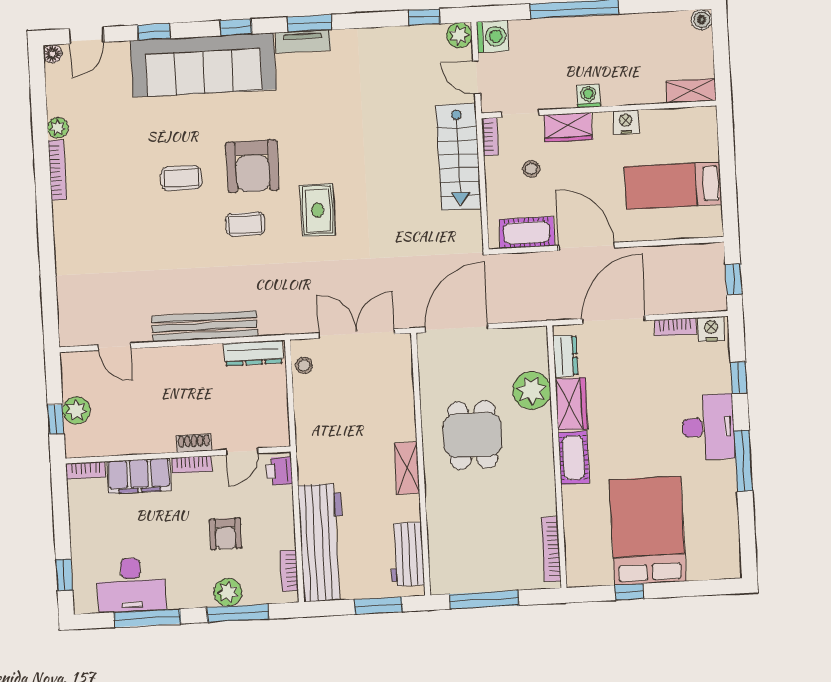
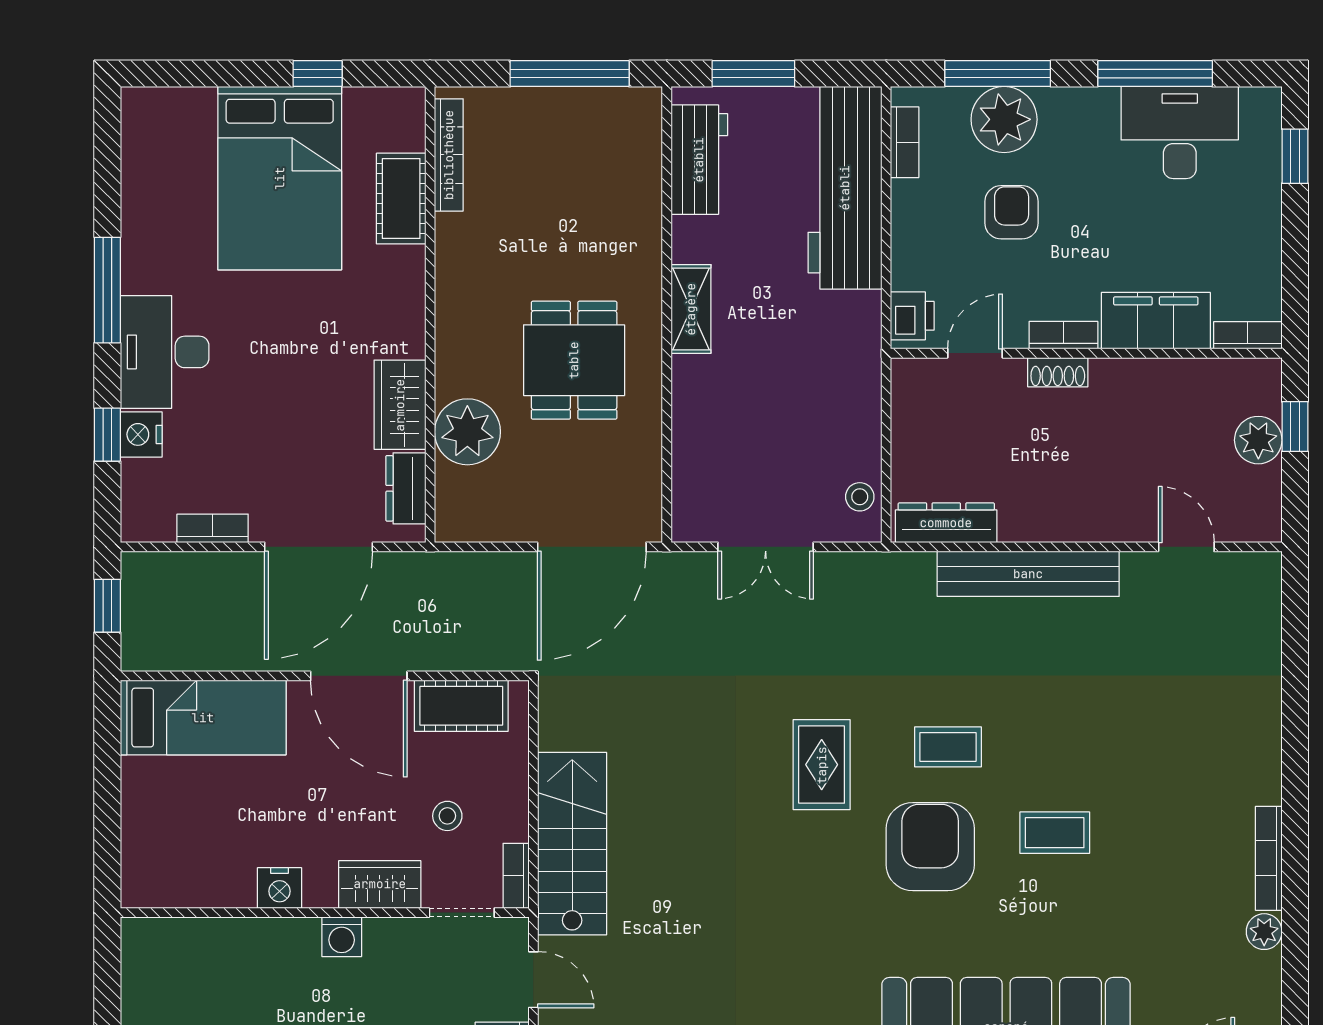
shelving: (691, 91) -> (163, 936), removed
bed: (673, 186) -> (203, 718), moved
nightstand: (711, 329) -> (141, 434), moved, turned 90
double door: (357, 334) -> (766, 547), width x0.73
cot: (574, 458) -> (401, 199), moved
plant: (228, 592) -> (1004, 119), width x1.36, depth x1.36

